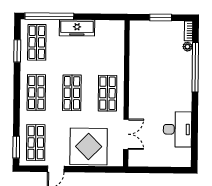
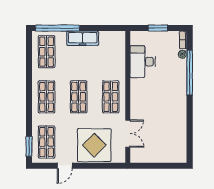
window: (17, 51) -> (29, 60), removed
desk: (177, 129) -> (143, 62), moved, turned 180

